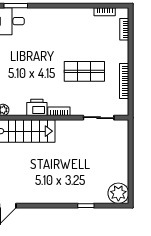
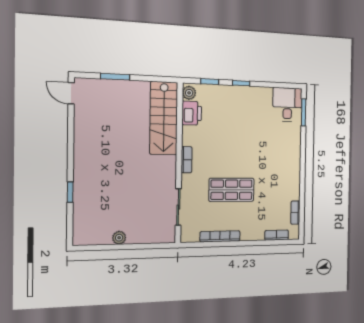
shop shelf: (84, 71) -> (232, 190), turned 90
printer: (37, 107) -> (192, 113), moved
plant: (118, 193) -> (119, 238), moved, width x0.53, depth x0.53

